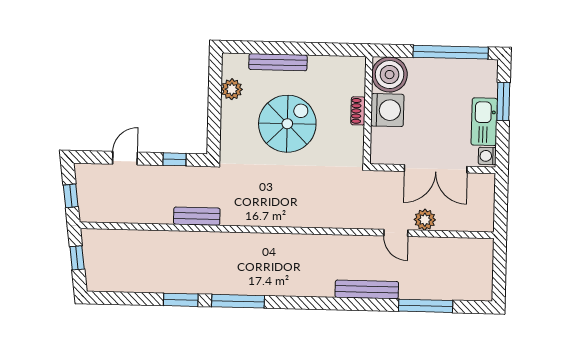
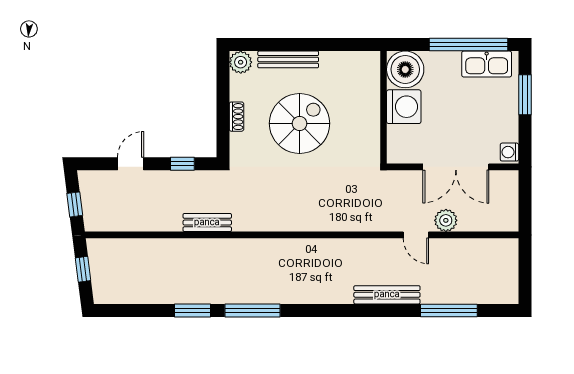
plant: (232, 89) -> (241, 62), moved
shoe rack: (358, 111) -> (236, 117), moved, turned 180
kitchen sink: (484, 122) -> (487, 64), moved, turned -90

